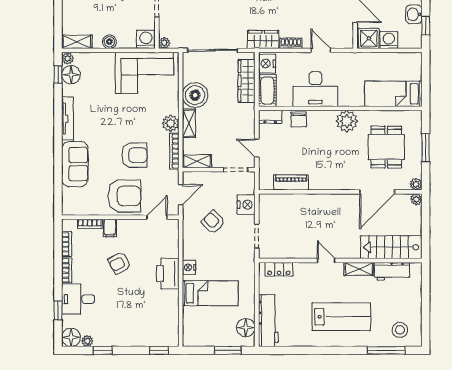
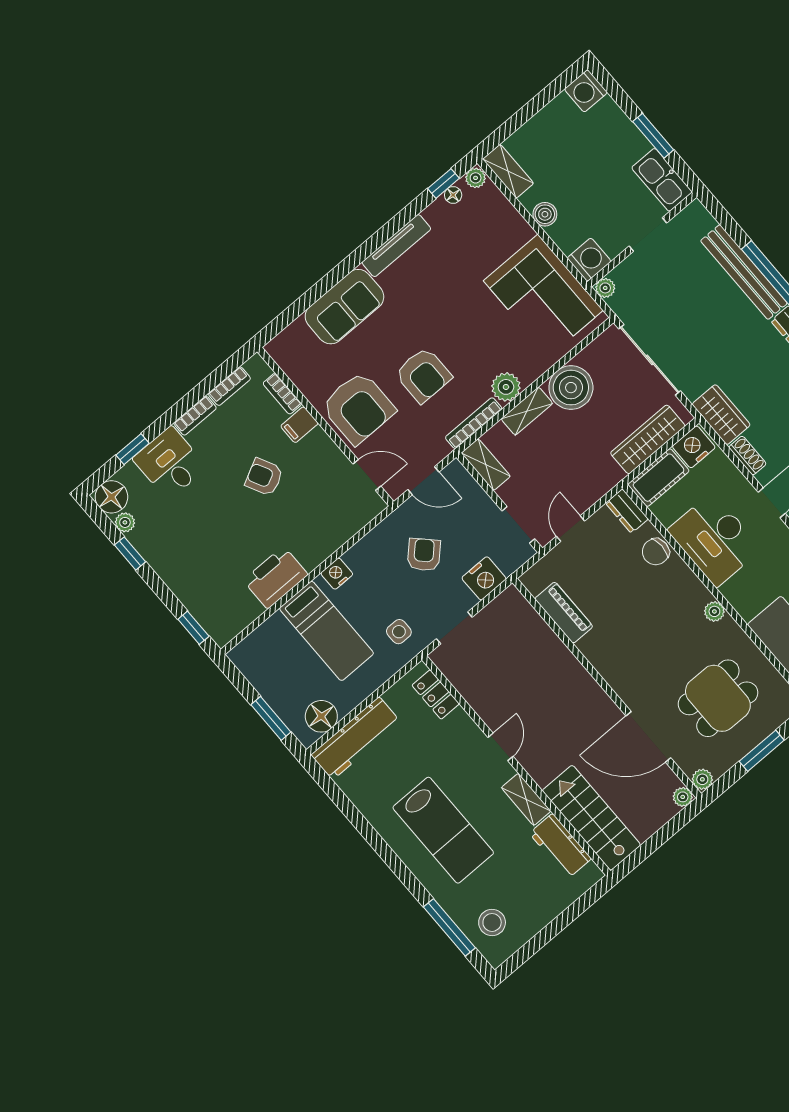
floor lamp: (71, 75) -> (453, 195), width x0.53, depth x0.53
plant: (347, 121) -> (714, 611), width x0.53, depth x0.53
side table: (238, 262) -> (399, 632), added
printer: (168, 274) -> (275, 577), moved

